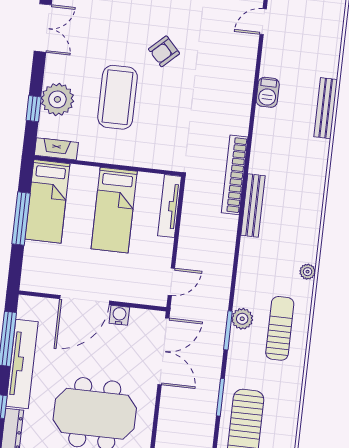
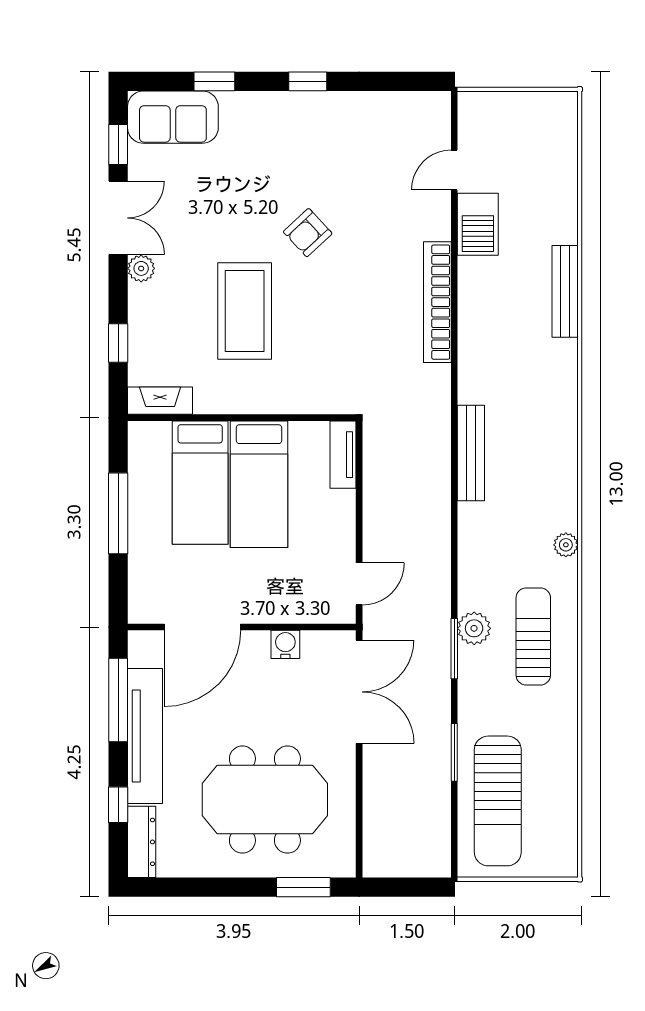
barbecue: (268, 92) -> (478, 224), moved, width x1.38, depth x1.27
plant: (57, 99) -> (141, 268), moved, width x0.53, depth x0.53
bookcase: (235, 175) -> (437, 302), moved
bed: (47, 201) -> (200, 483), moved
tv unit: (169, 206) -> (343, 455), width x0.71
door: (85, 300) -> (202, 627), moved

